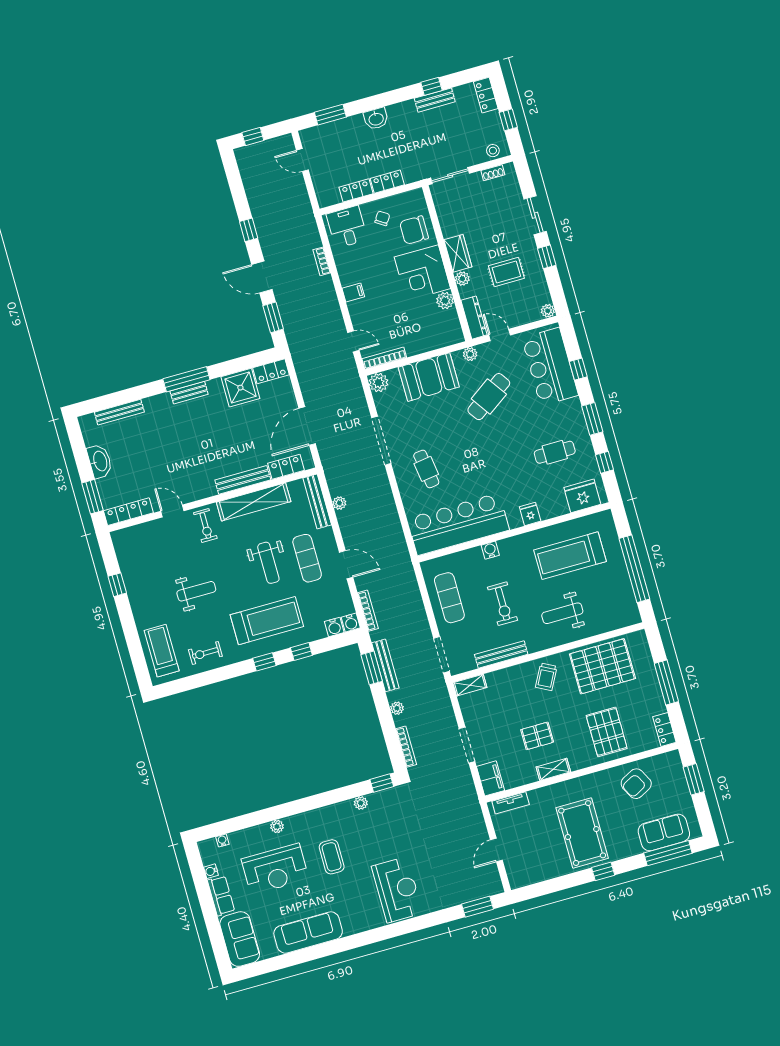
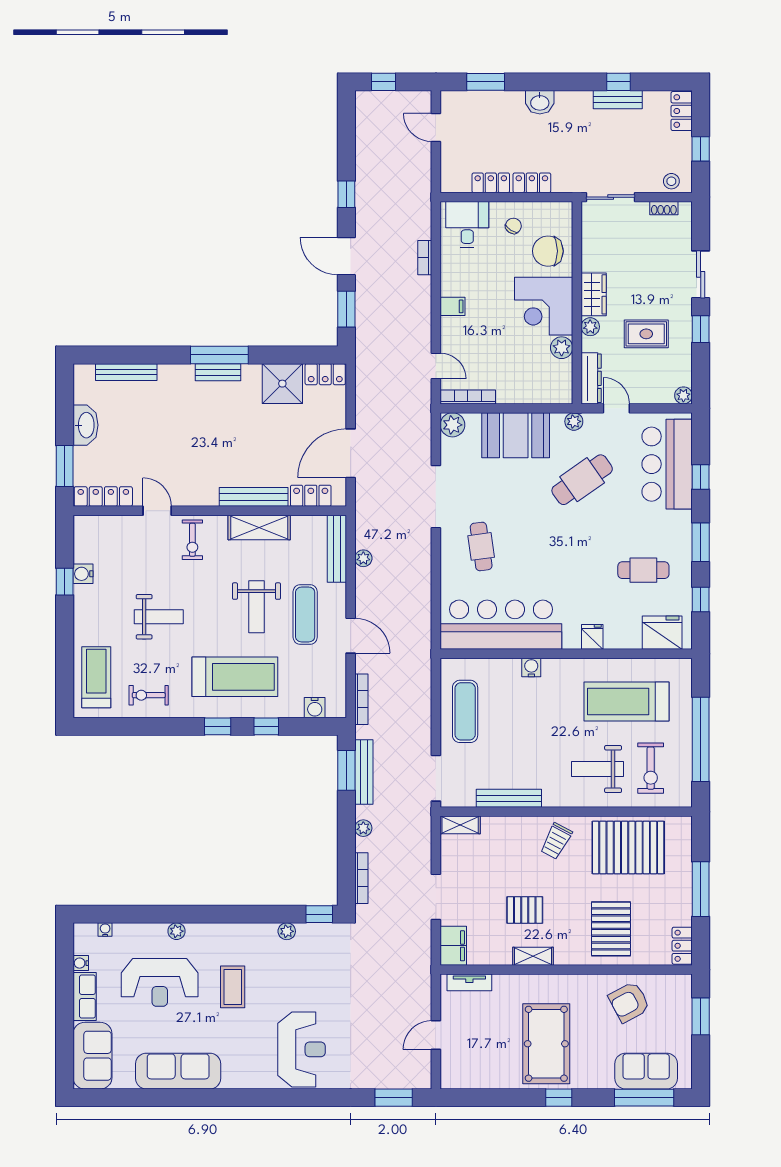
shelving: (254, 502) -> (259, 527), width x0.68
exercise bike: (502, 604) -> (651, 768), moved
water cooler: (351, 623) -> (83, 574), moved, turned 90

